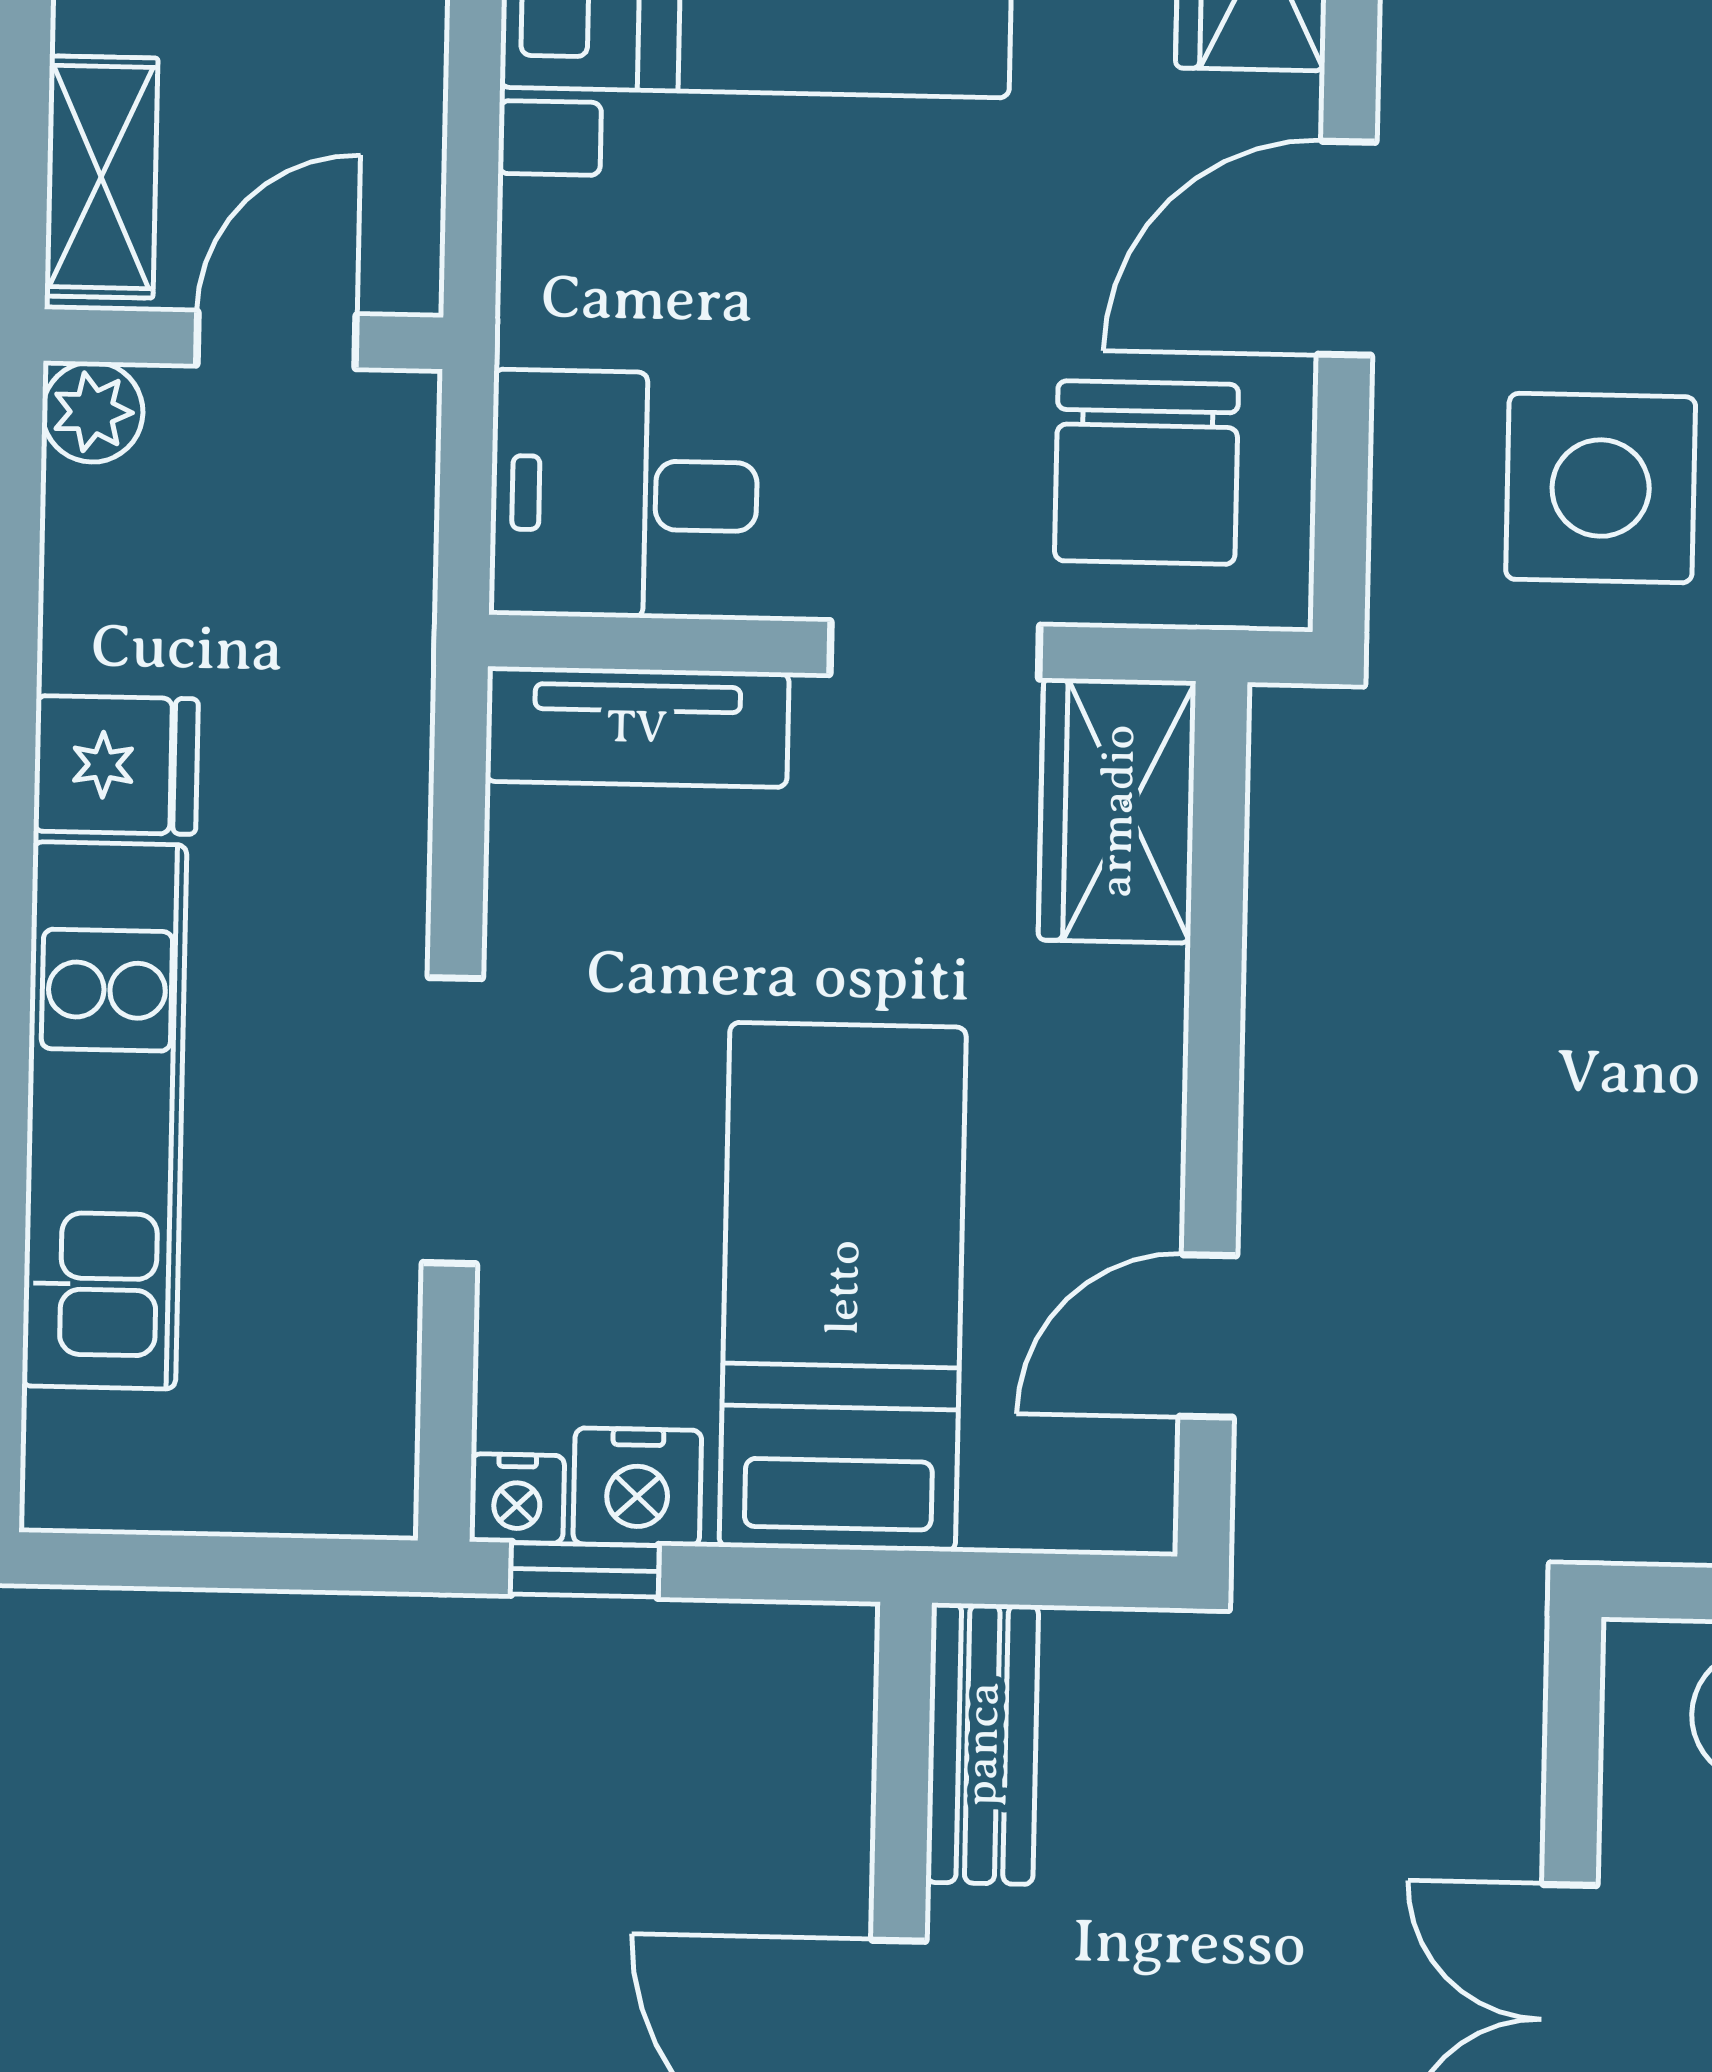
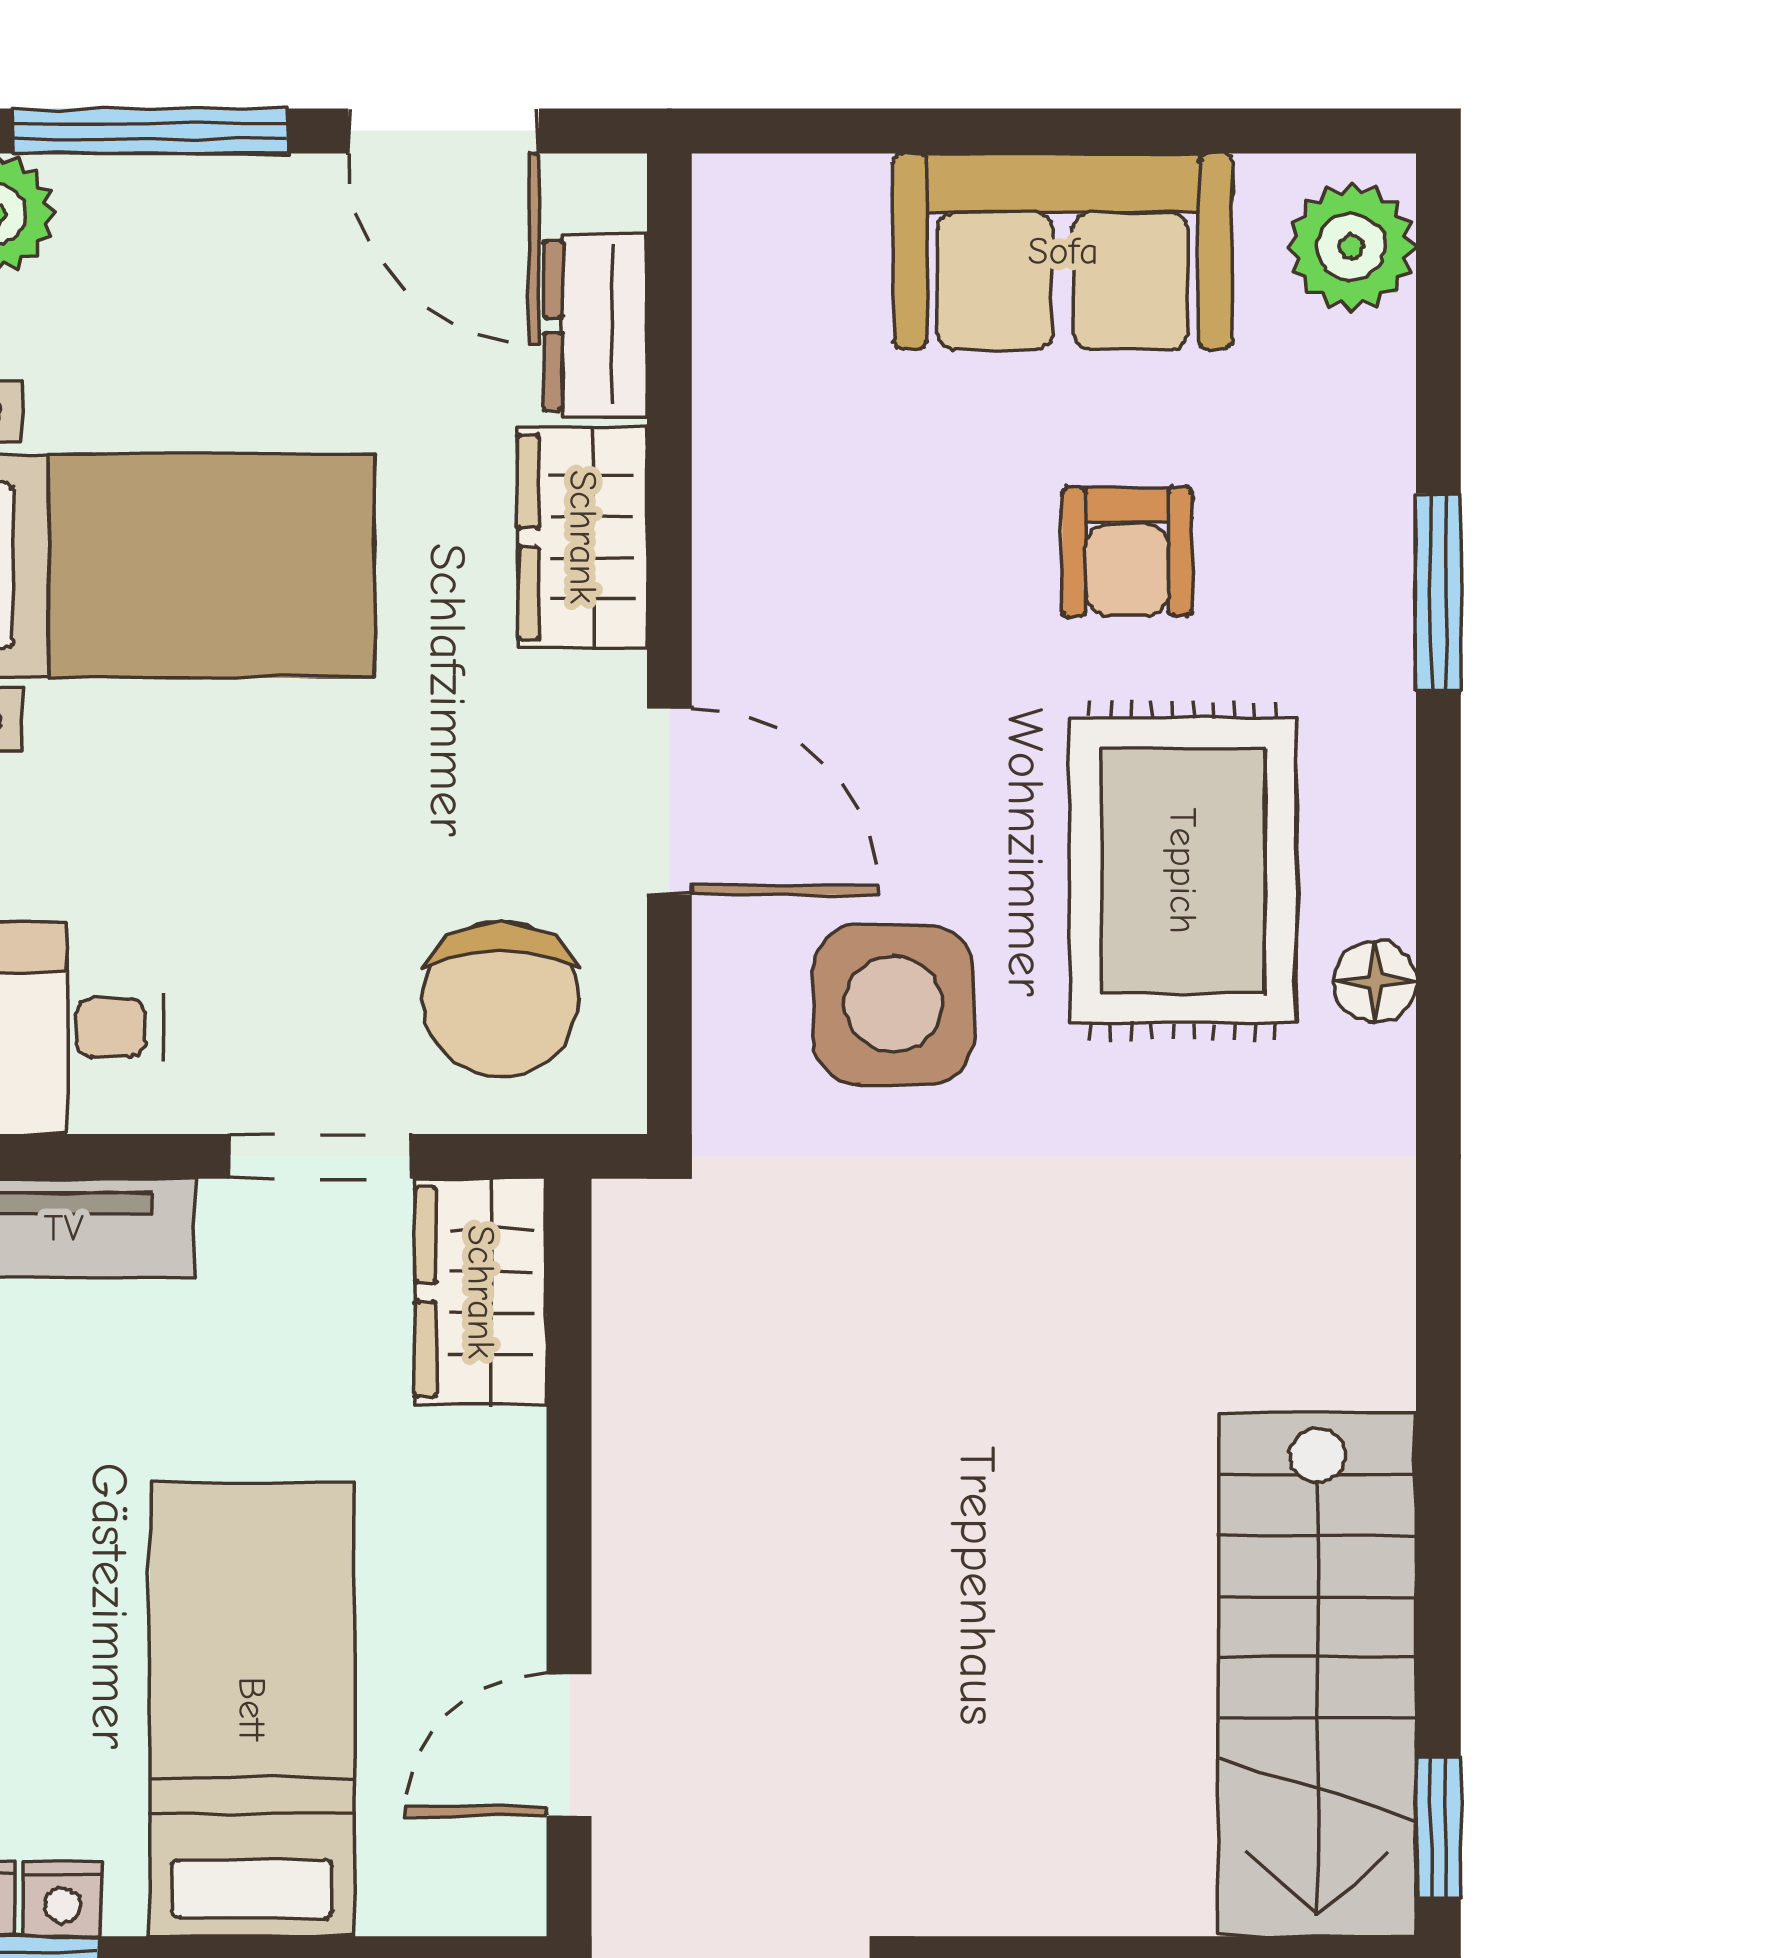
door: (1347, 248) -> (669, 801), swing flipped
nightstand: (637, 1487) -> (63, 1899), width x0.72, depth x0.74

